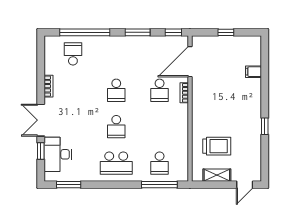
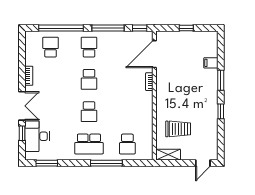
window: (138, 32) -> (108, 28), width x1.44
school desk: (160, 90) -> (89, 47), moved, turned 180
window: (265, 91) -> (221, 80), added
double door: (41, 120) -> (22, 106), swing flipped
shelving: (217, 175) -> (168, 155), moved
window: (159, 185) -> (106, 163), moved

